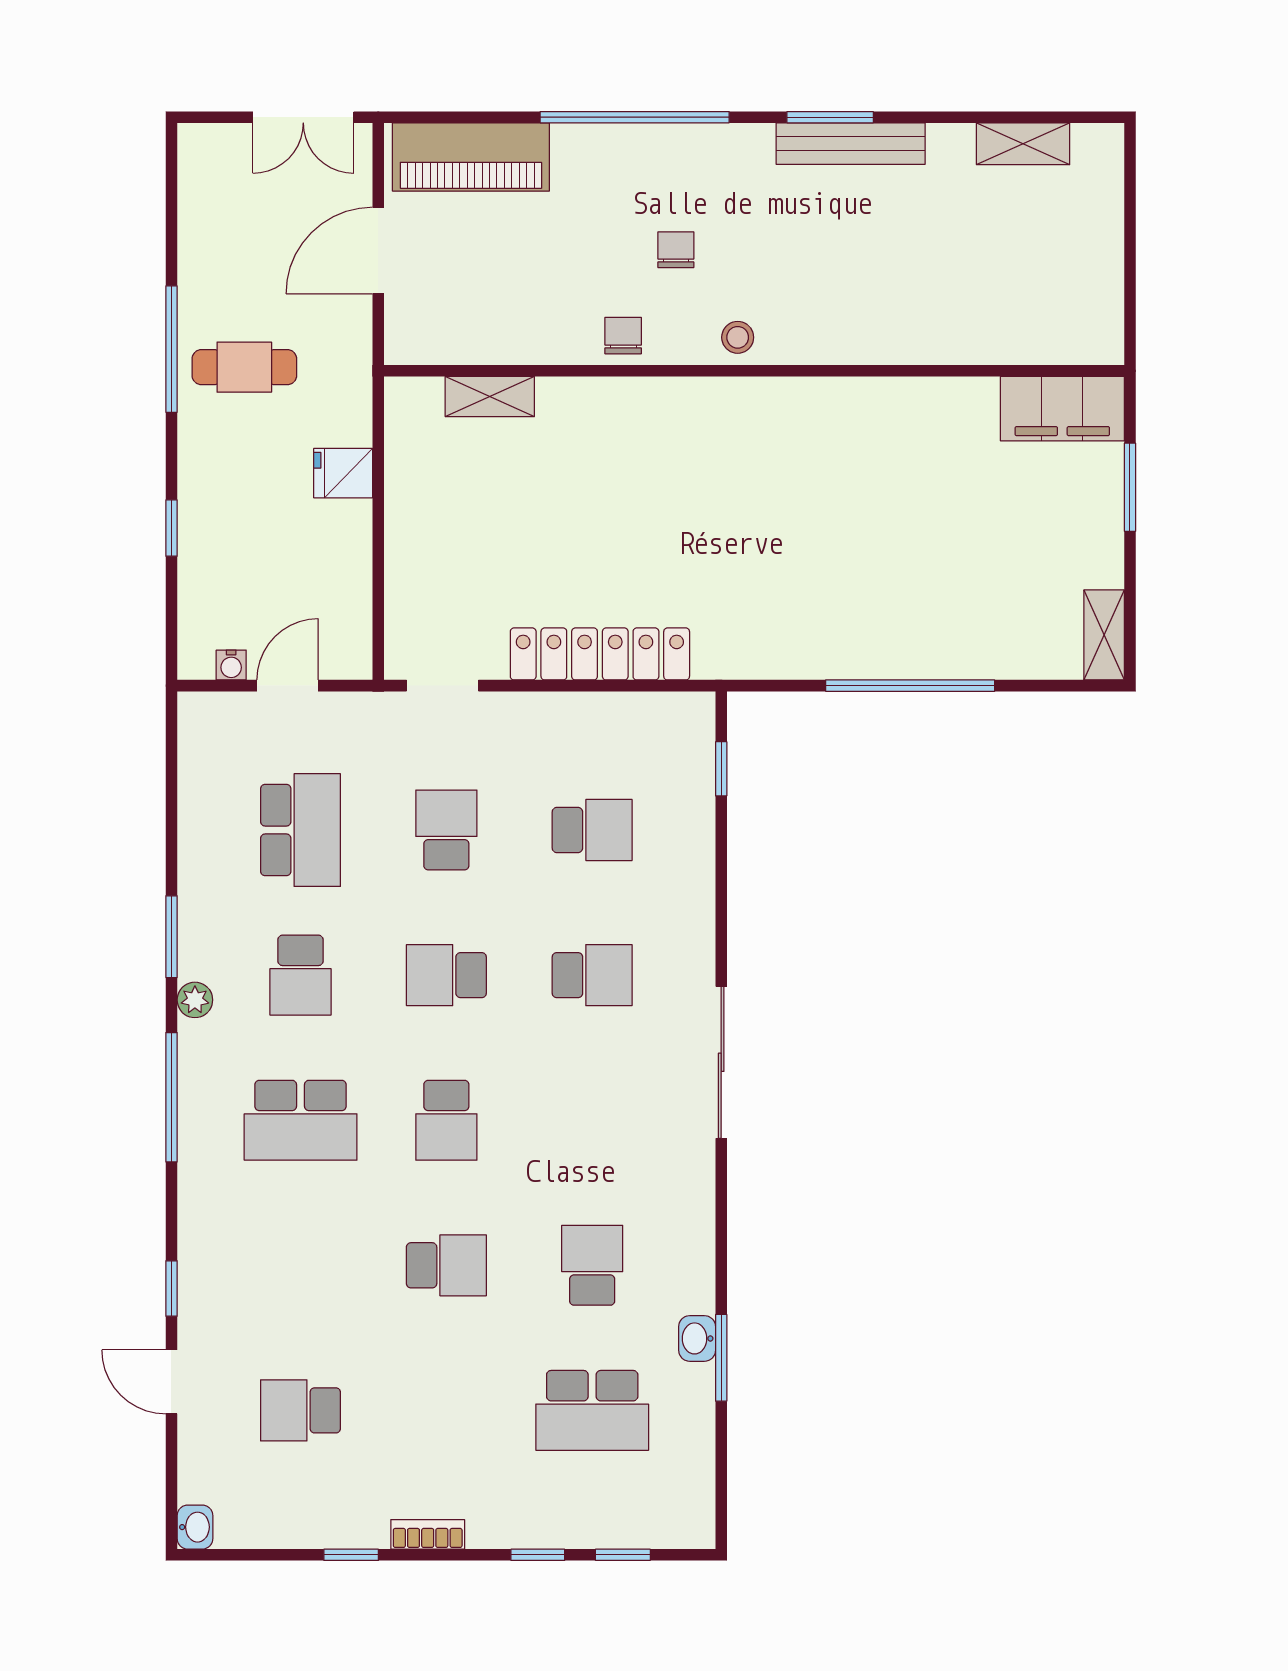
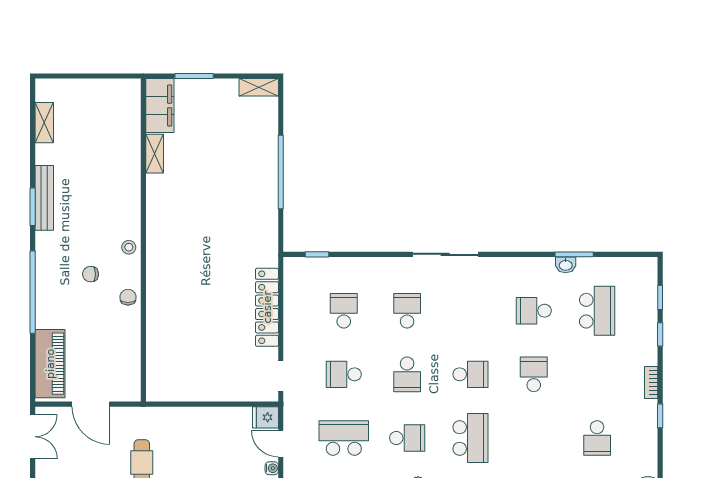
chair: (623, 336) -> (128, 297), turned 90
shelving: (490, 397) -> (155, 154), moved
fridge: (343, 473) -> (265, 417), moved, turned 90

